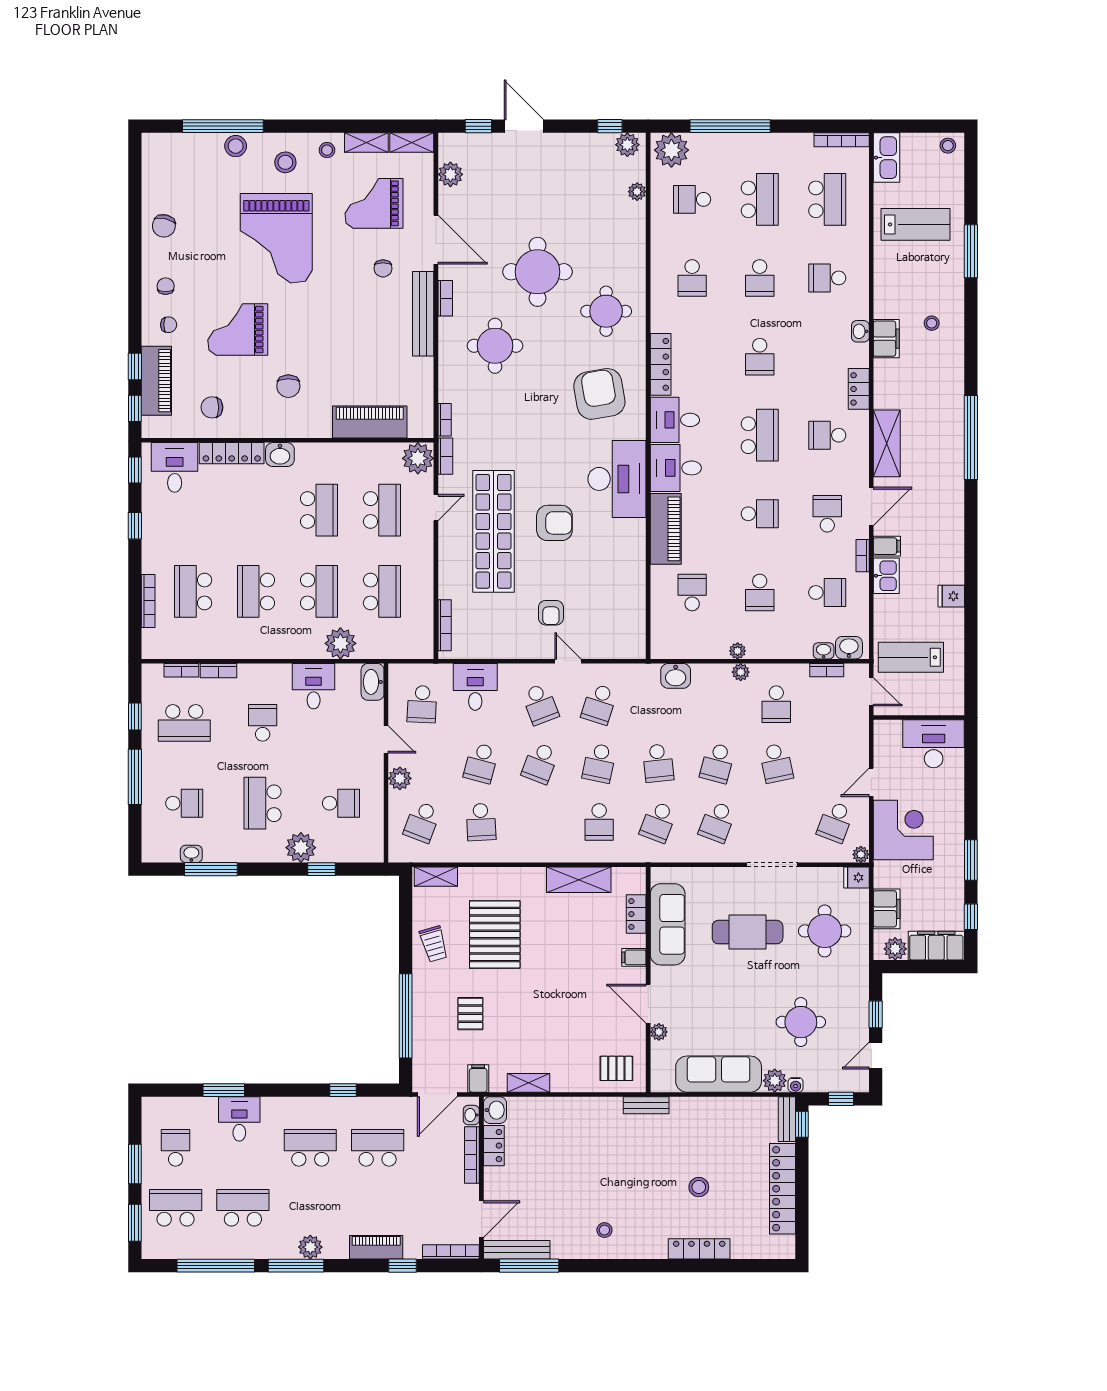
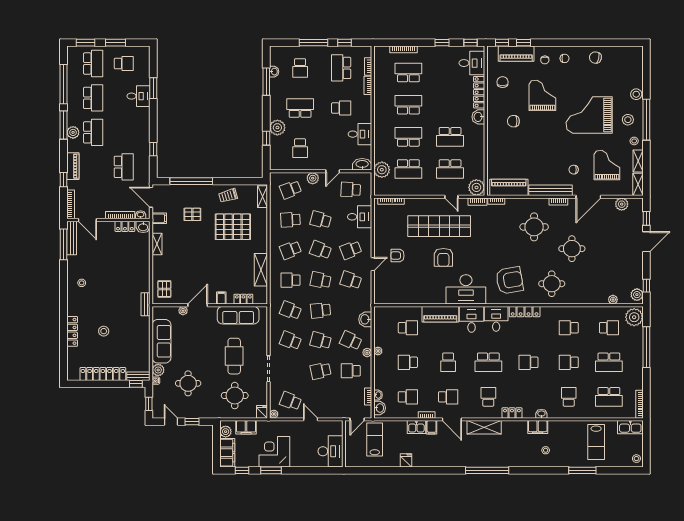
window: (223, 126) -> (646, 120), moved
school desk: (692, 199) -> (609, 328), turned 90
round table: (538, 272) -> (572, 249), width x0.73, depth x0.73
piano: (370, 422) -> (509, 187), moved, turned -90
school desk: (319, 591) -> (408, 137), turned 180
school desk: (827, 592) -> (408, 397), turned -90
plant: (340, 643) -> (382, 170), moved
school desk: (717, 704) -> (351, 341), added
school desk: (422, 822) -> (290, 190), turned -42
school desk: (540, 822) -> (290, 250), added
corner desk: (903, 830) -> (274, 452), moved, turned 180
school desk: (310, 1148) -> (93, 132), moved

